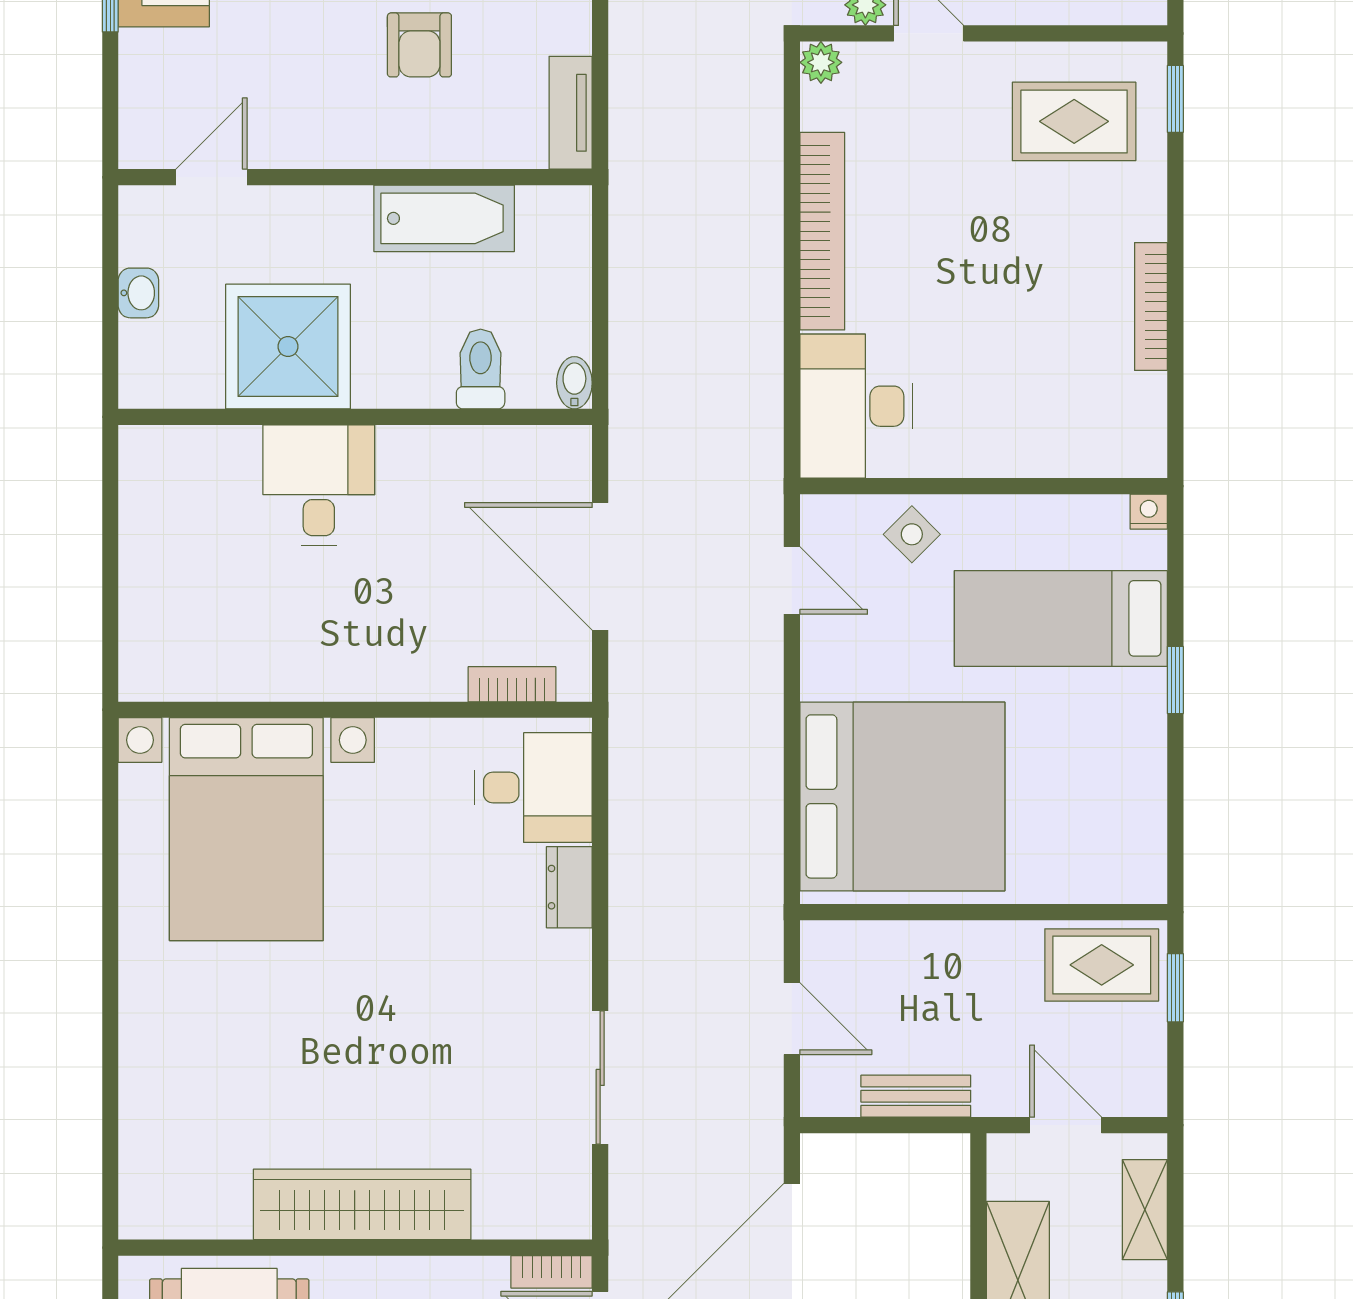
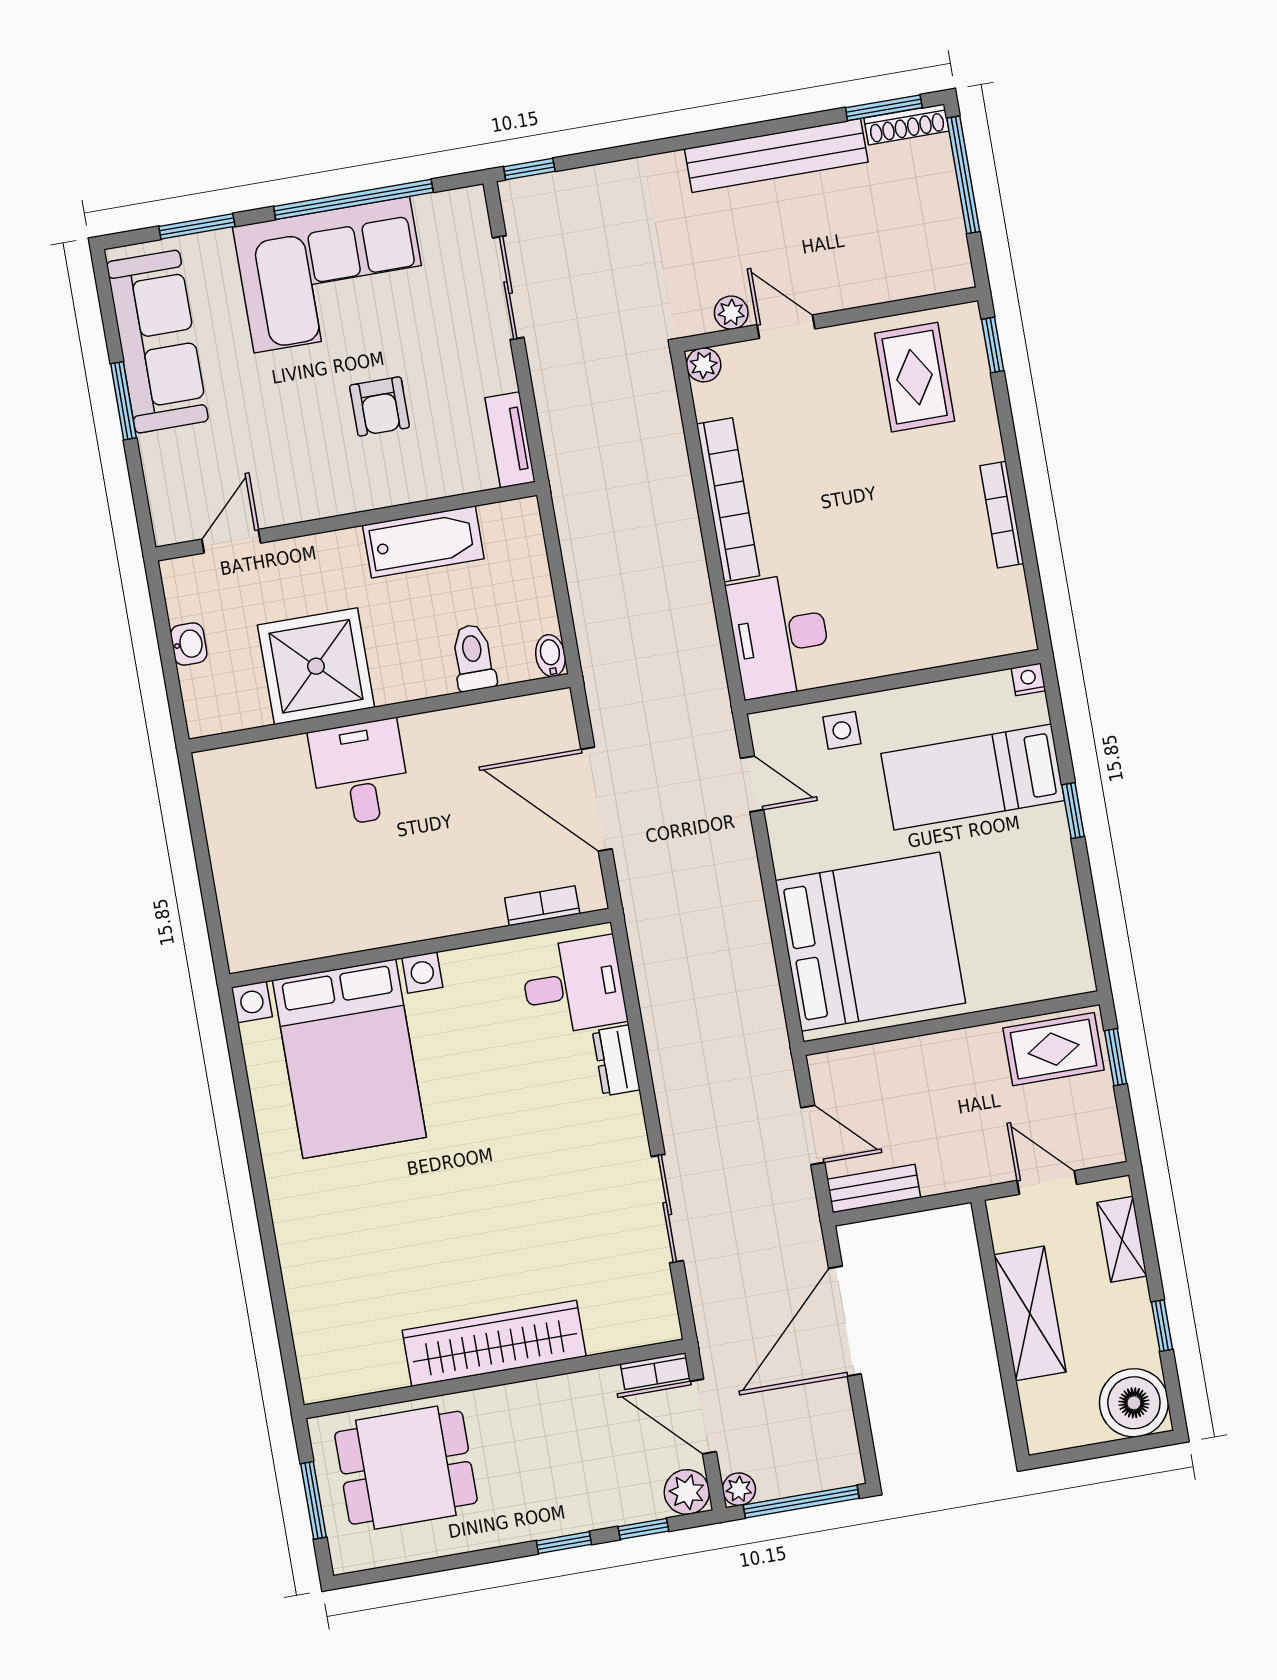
rug: (1074, 121) -> (915, 377), turned 90
side table: (912, 534) -> (842, 730), turned 45
bench: (916, 1096) -> (874, 1188), moved

